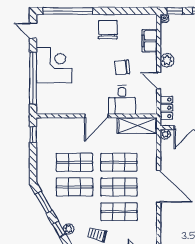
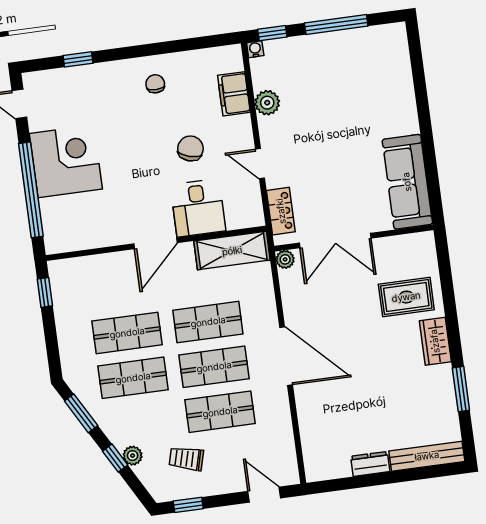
window: (68, 11) -> (78, 59), width x0.32
chair: (108, 30) -> (155, 84), width x0.54, depth x0.54
plant: (167, 60) -> (267, 103), moved
chair: (122, 67) -> (190, 148), turned 112

